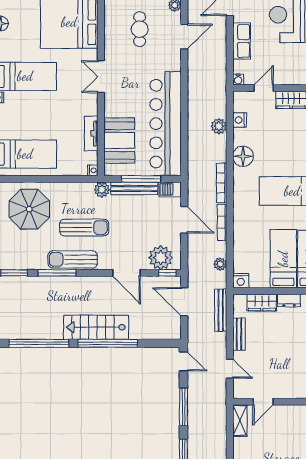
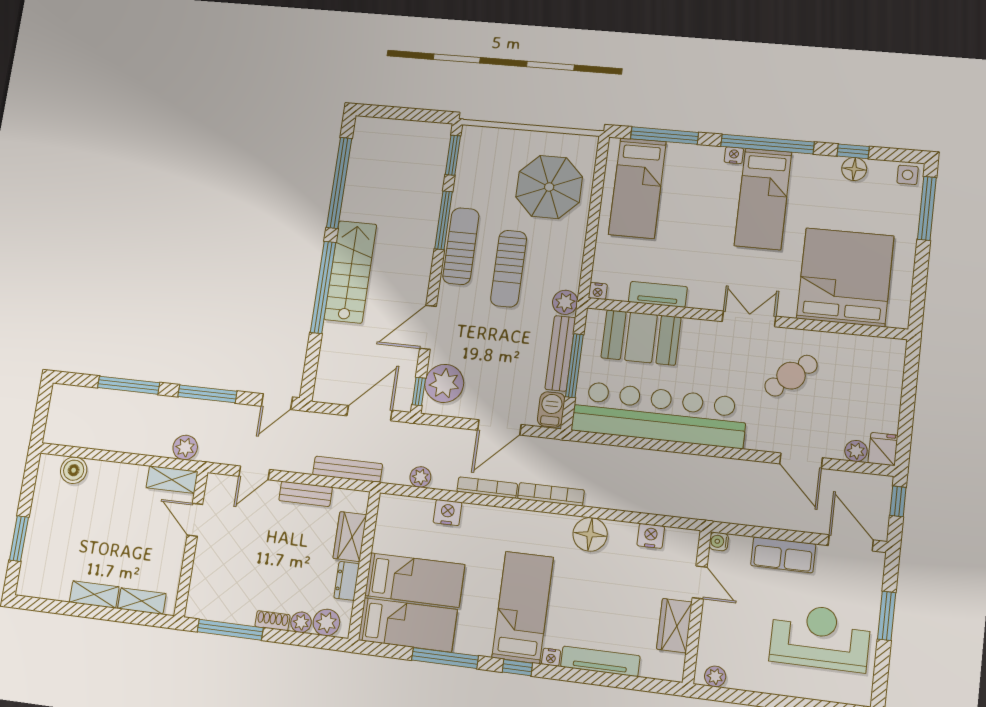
cafe table: (140, 29) -> (791, 376), moved, turned -41
plant: (219, 126) -> (185, 447), moved
nightstand: (241, 281) -> (448, 513), moved, turned 90

